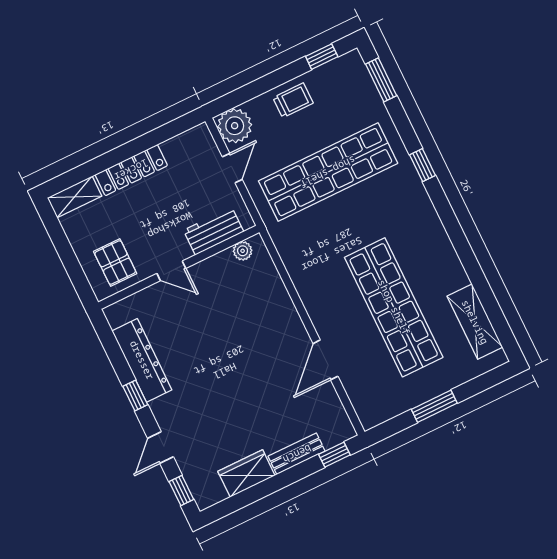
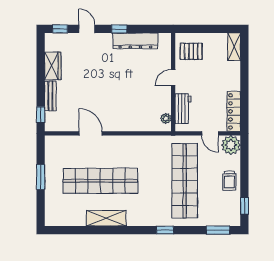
locker: (131, 170) -> (234, 111), moved
shelving: (475, 322) -> (106, 218), moved

